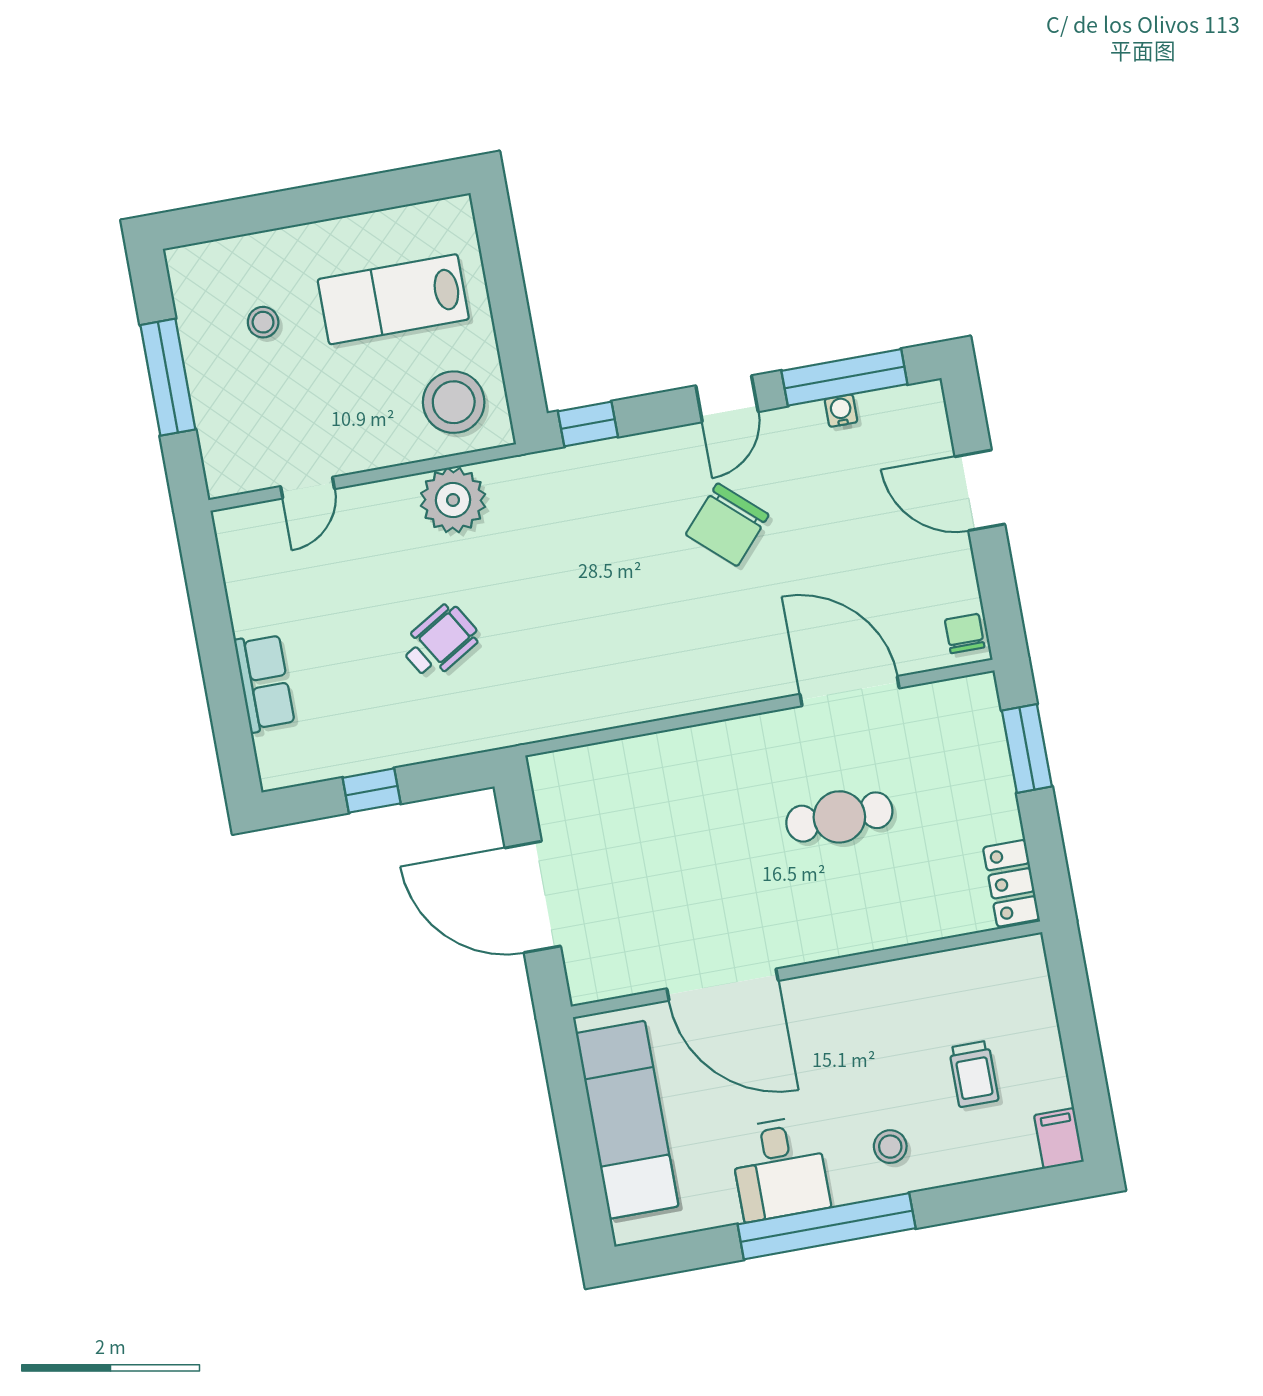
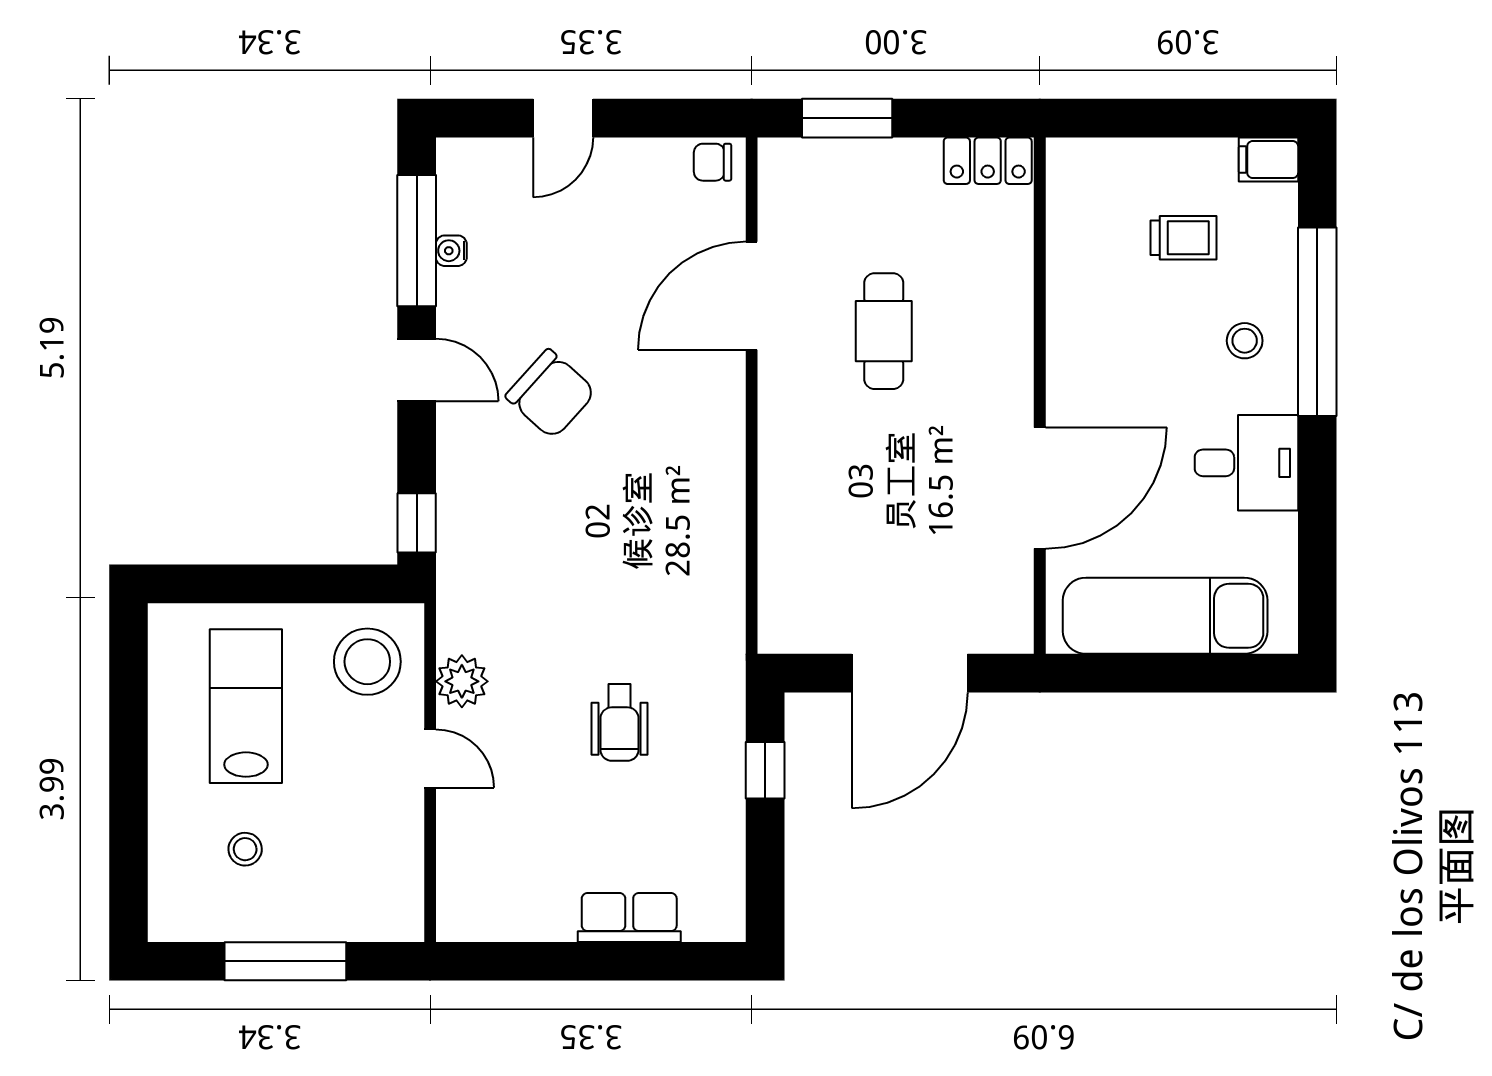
lab bench: (393, 299) -> (246, 706), turned 180
door: (308, 488) -> (430, 758), moved
door: (980, 490) -> (563, 118), width x0.73
plant: (453, 500) -> (462, 681), width x0.73, depth x0.73
wheelchair: (440, 641) -> (620, 723), turned -149
window: (372, 791) -> (765, 770), moved
window: (827, 1226) -> (1317, 322), moved

